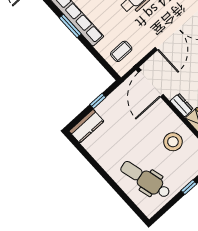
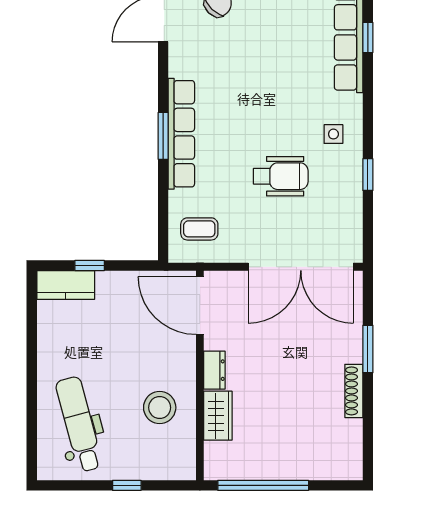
door: (151, 83) -> (200, 306), hinge flipped
window: (98, 101) -> (90, 265), moved

